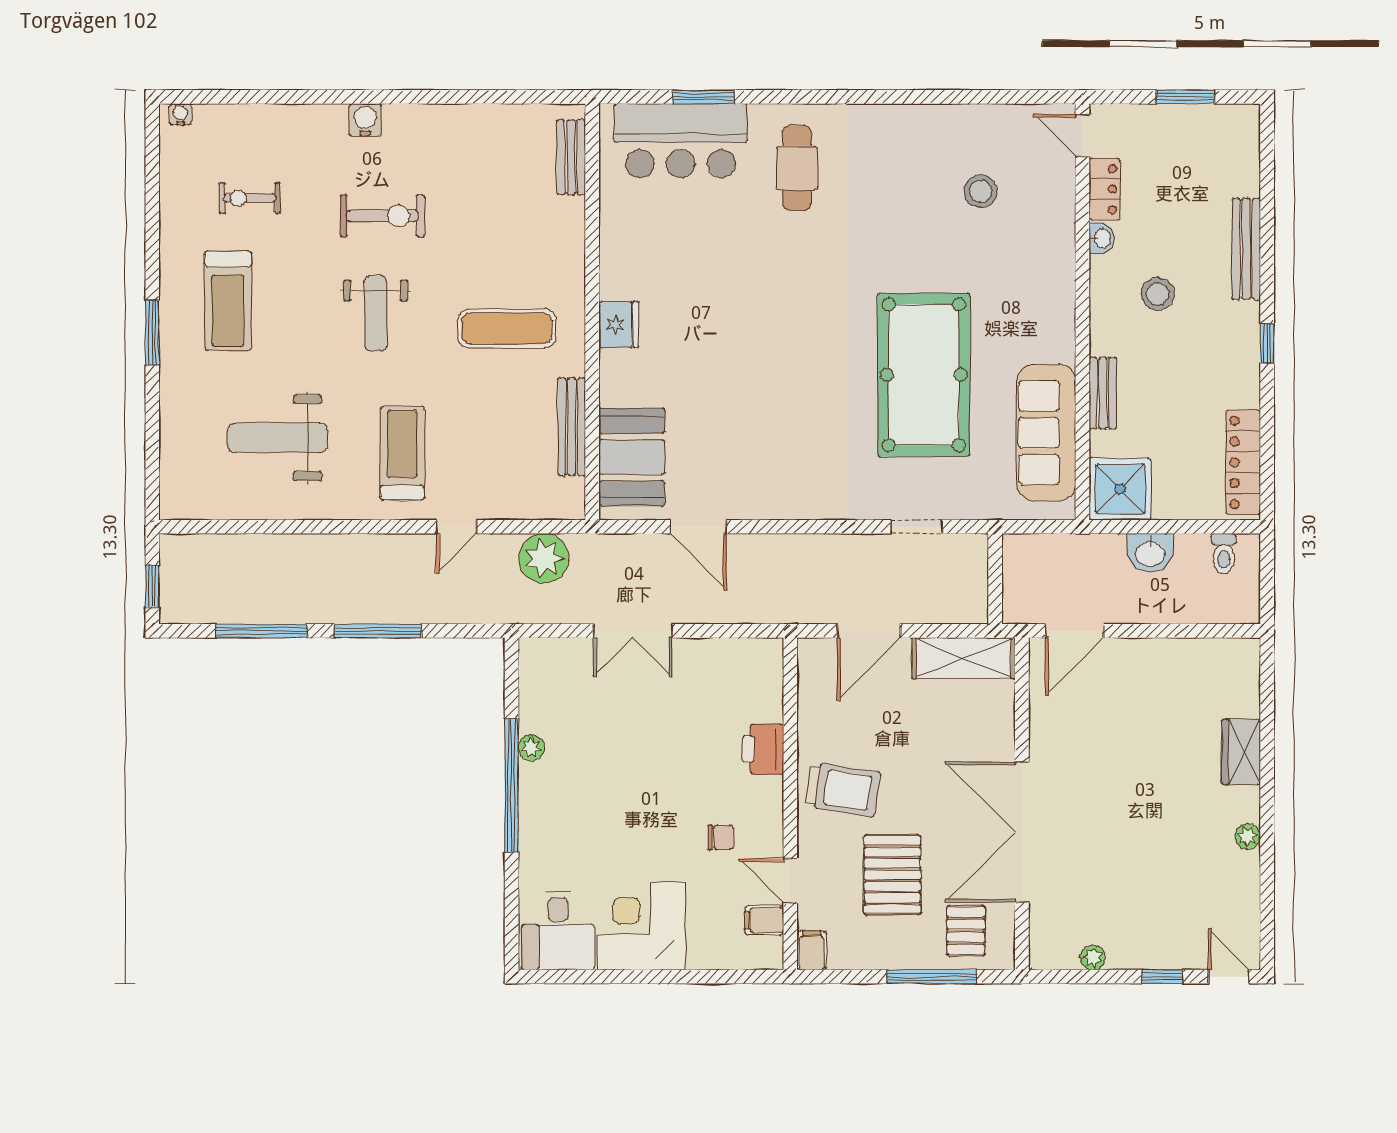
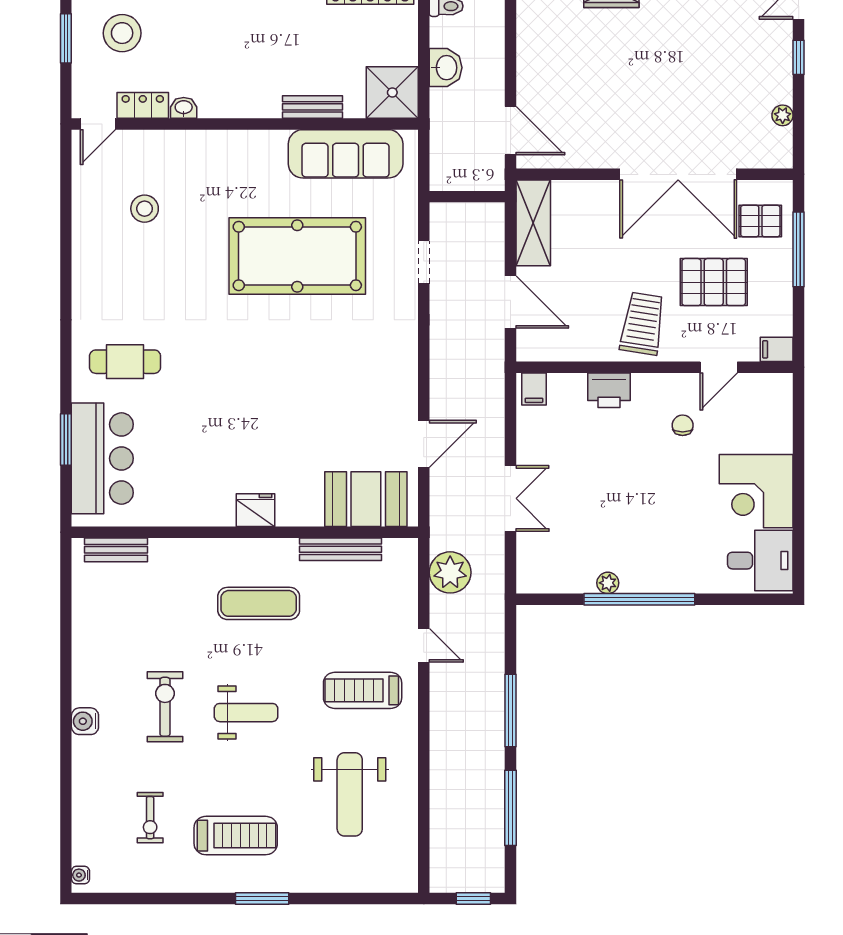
stool: (1158, 294) -> (122, 33), moved, width x1.38, depth x1.38
exercise mat: (507, 328) -> (259, 603), turned 90
filing cabinet: (764, 920) -> (534, 389), moved

